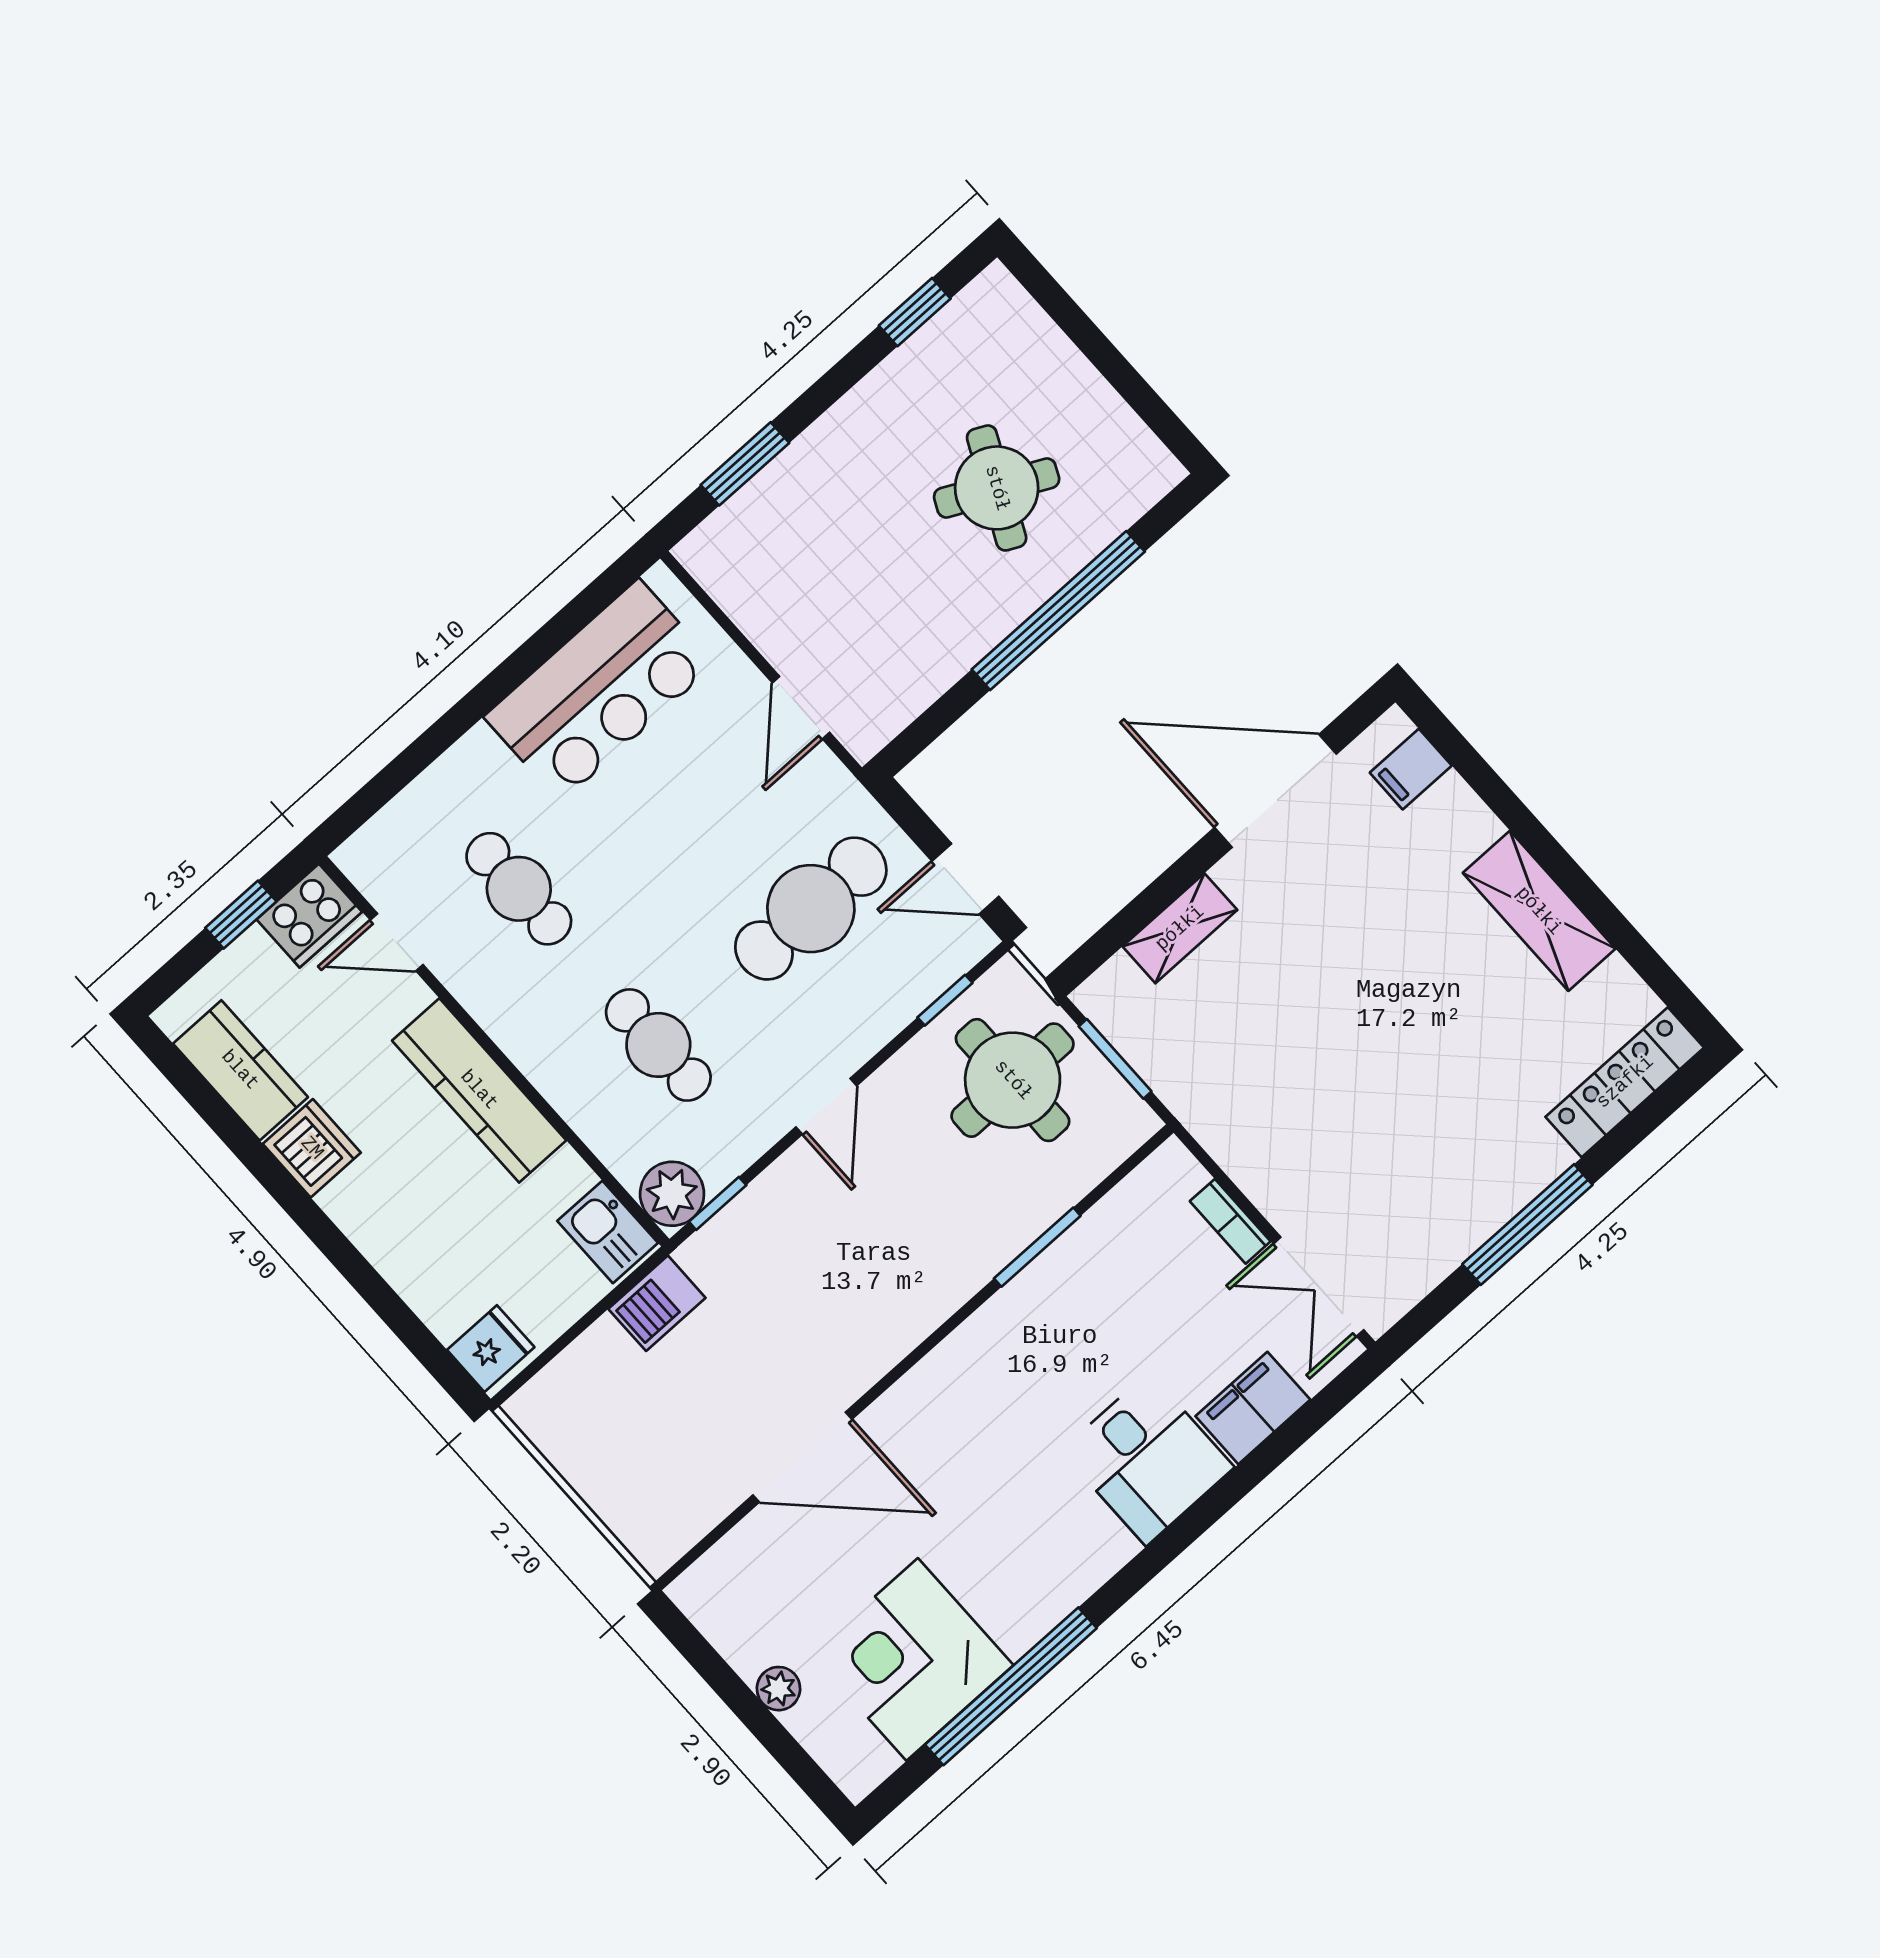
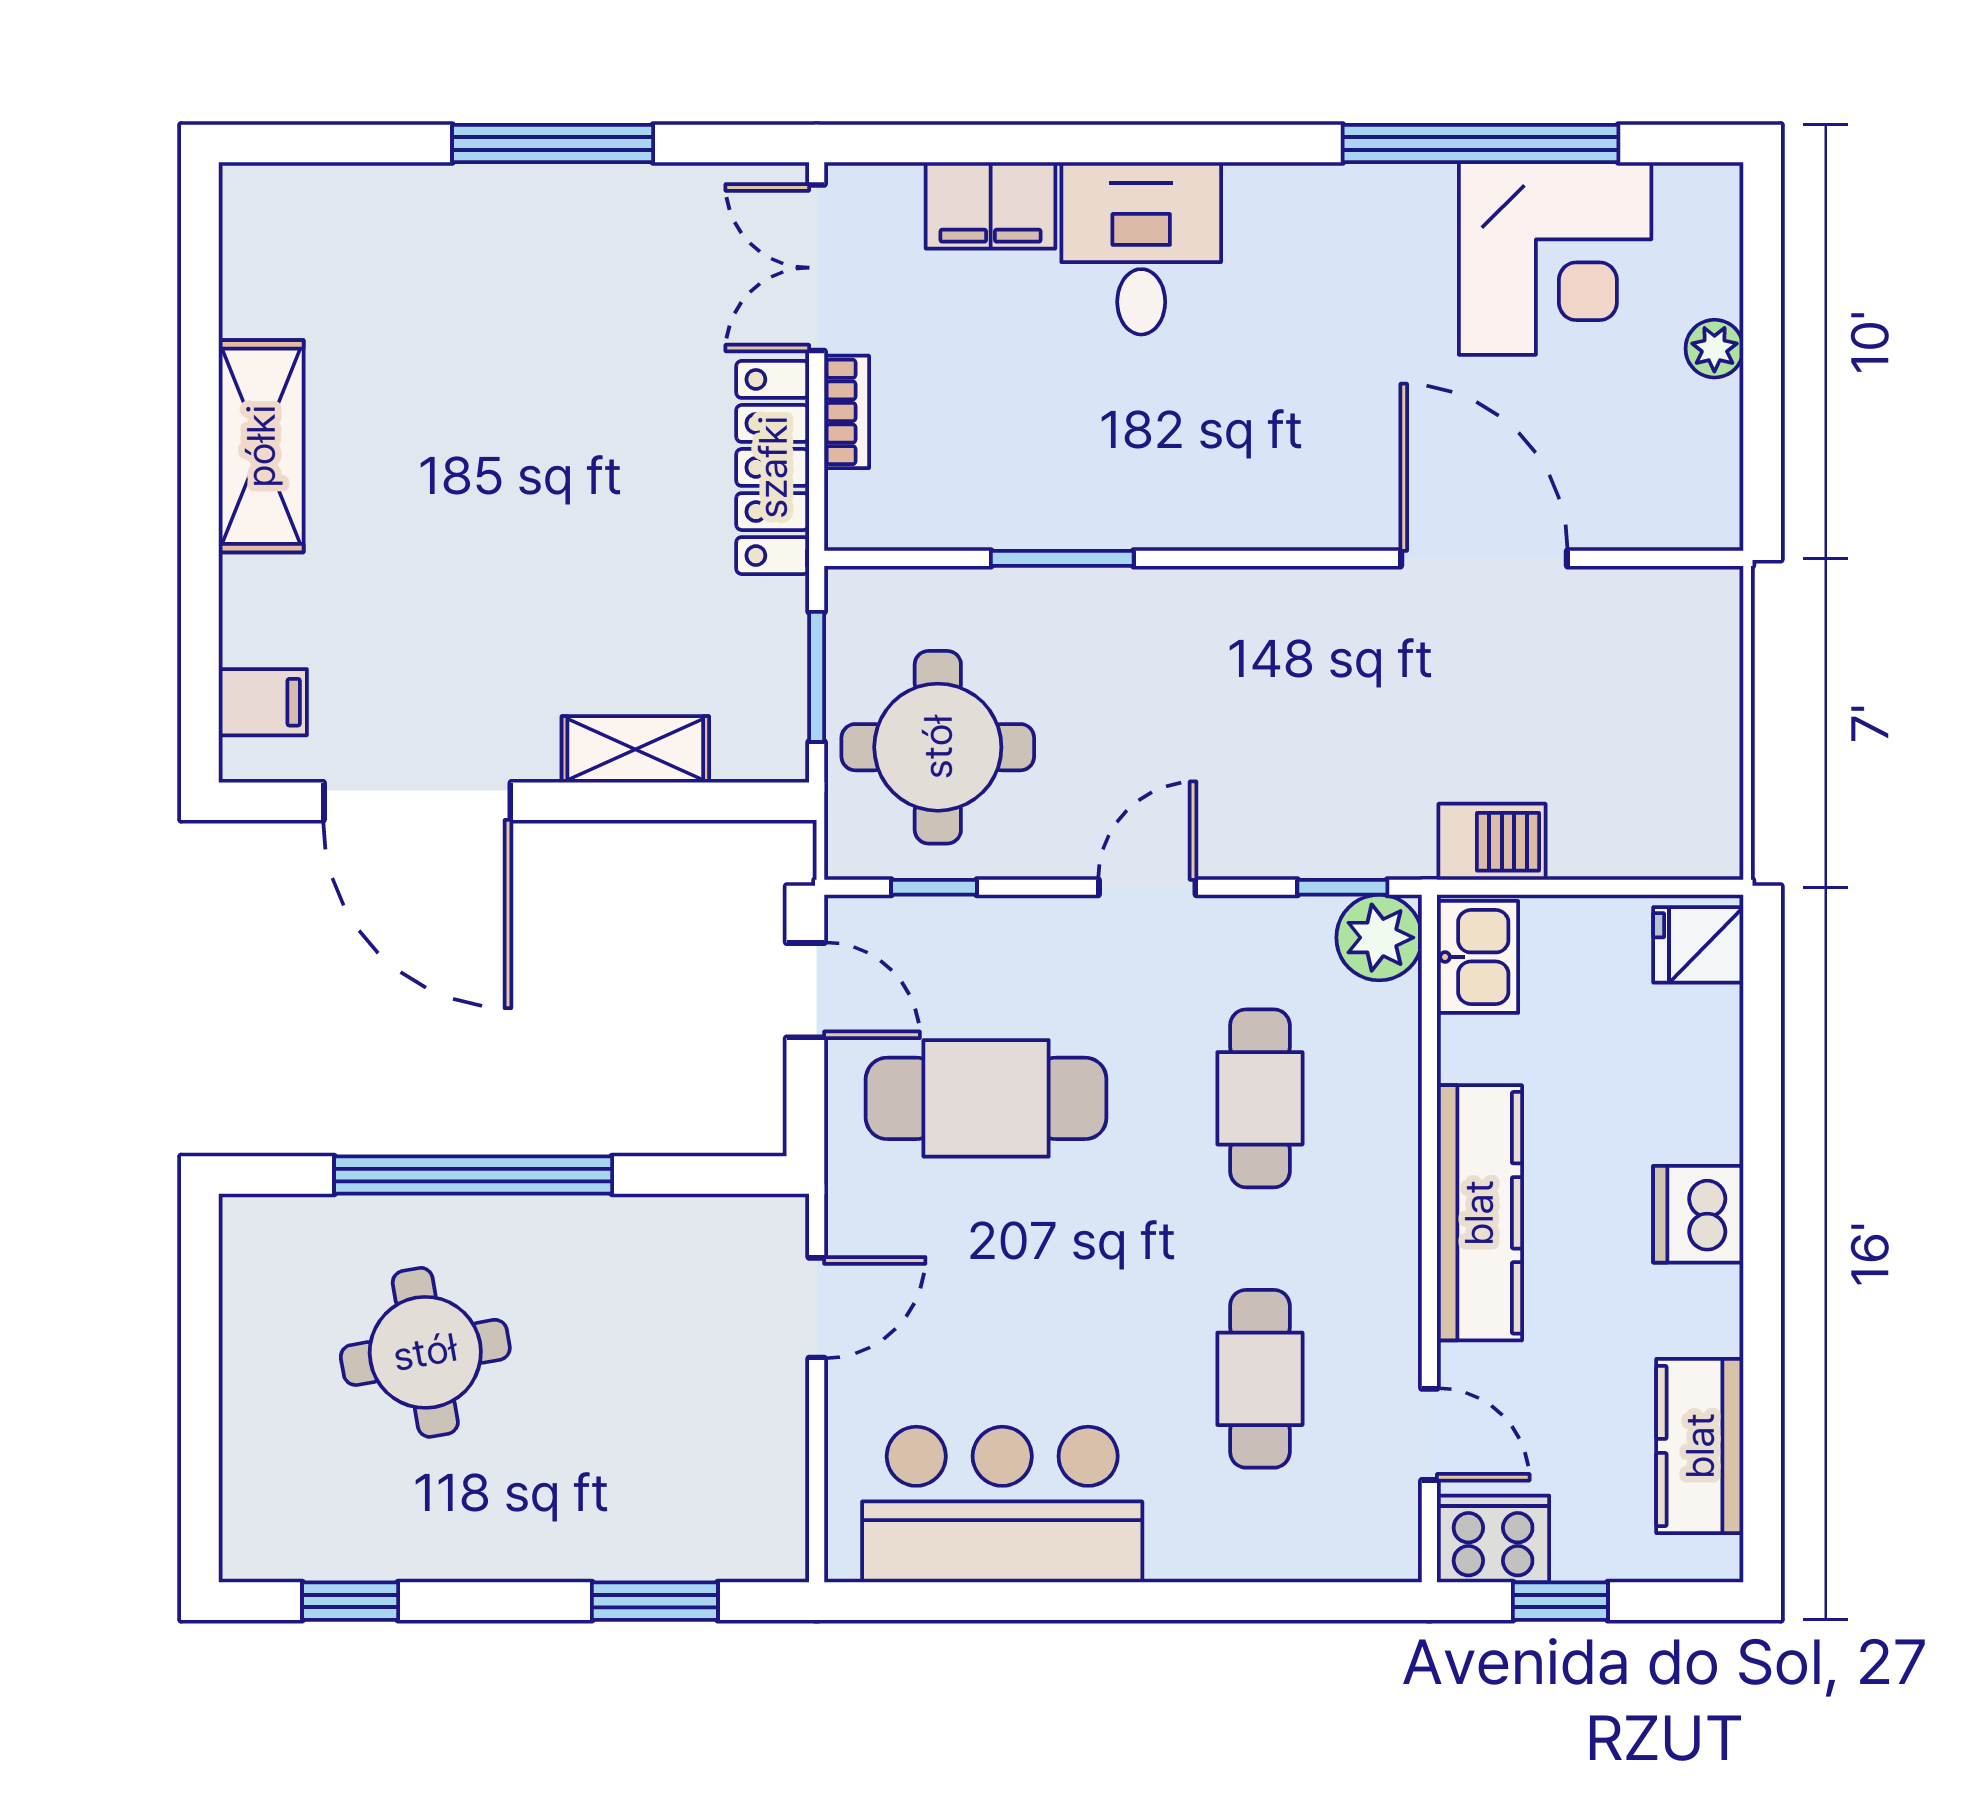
round table: (997, 488) -> (425, 1352), turned -36
locker: (1625, 1082) -> (773, 467), moved, turned 90
dishwasher: (312, 1148) -> (1698, 1214), moved
double door: (1319, 1287) -> (817, 268), swing flipped

